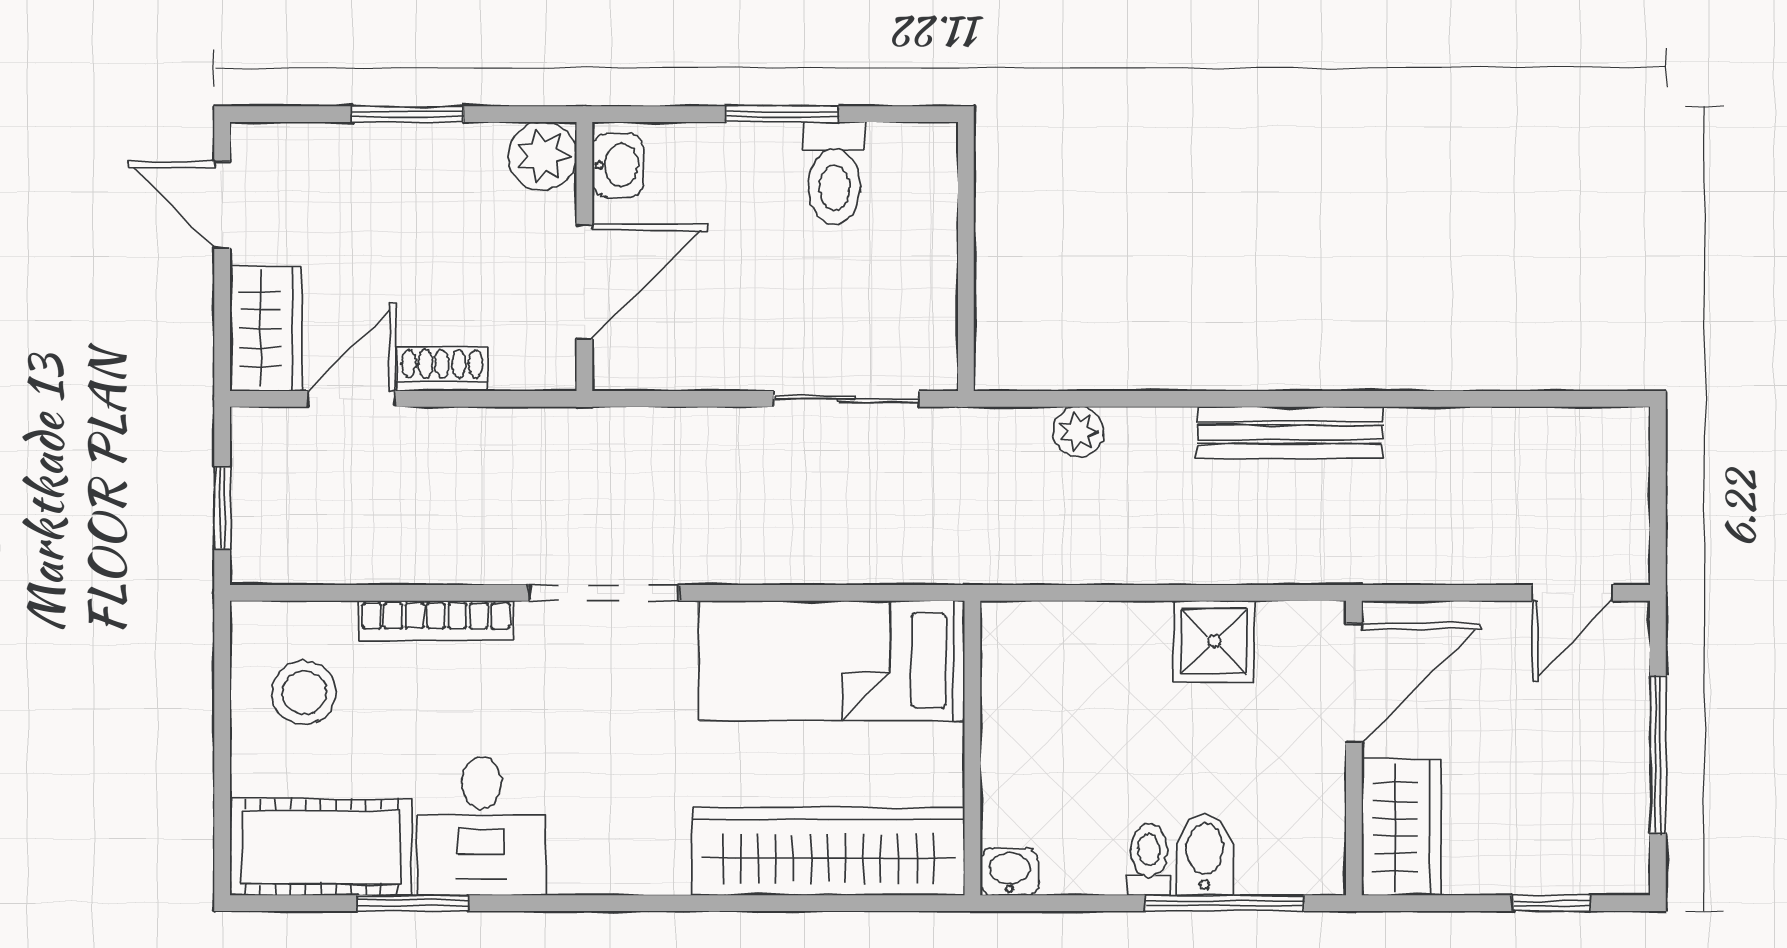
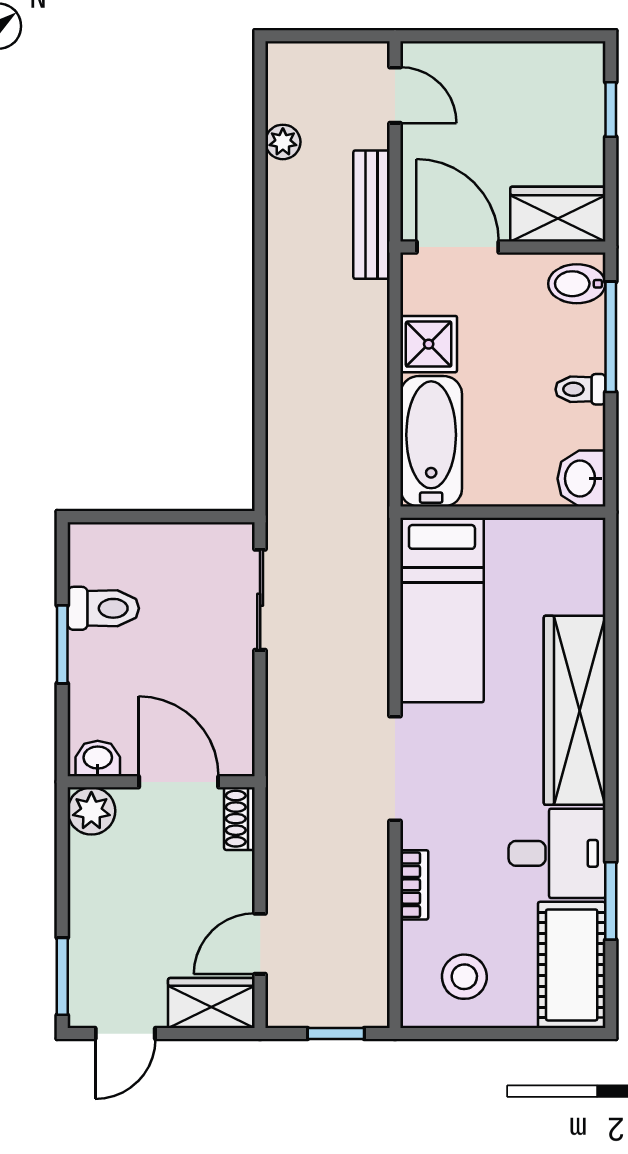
window: (408, 114) -> (62, 976), moved
shoe rack: (442, 369) -> (239, 819), moved
door: (351, 399) -> (260, 944), hinge flipped
plant: (1078, 432) -> (283, 142), moved
bench: (1290, 432) -> (372, 215), moved
bookcase: (436, 621) -> (414, 885), width x0.64
bathtub: (1074, 645) -> (431, 441), added
window: (1658, 755) -> (507, 36), removed
wardrobe: (828, 851) -> (575, 710), moved
bidet: (1205, 854) -> (577, 284), moved
washbasin: (1009, 872) -> (581, 479), width x1.38, depth x1.45

